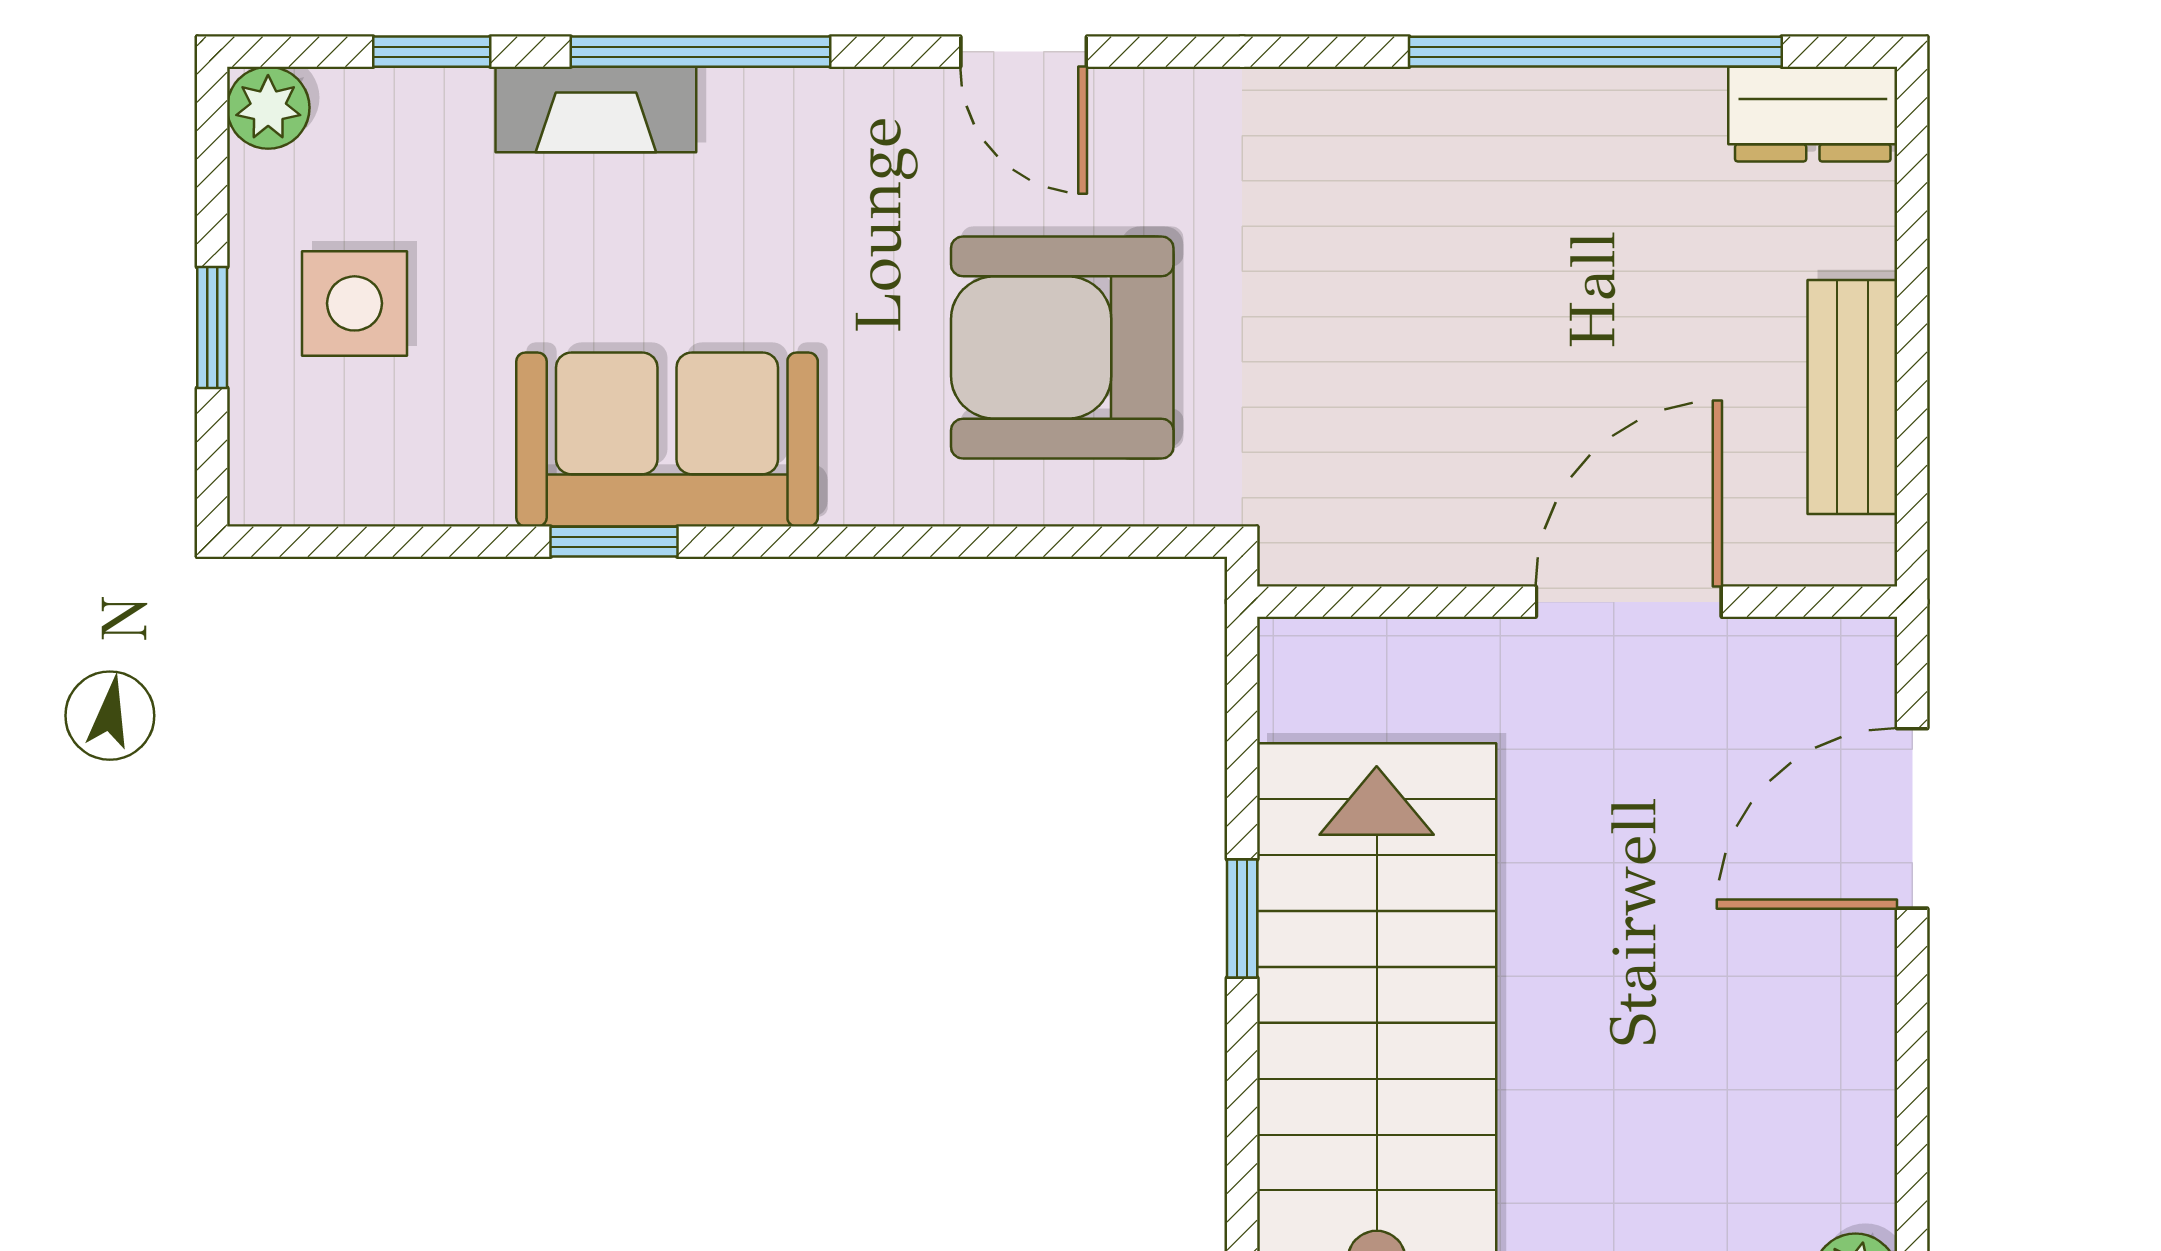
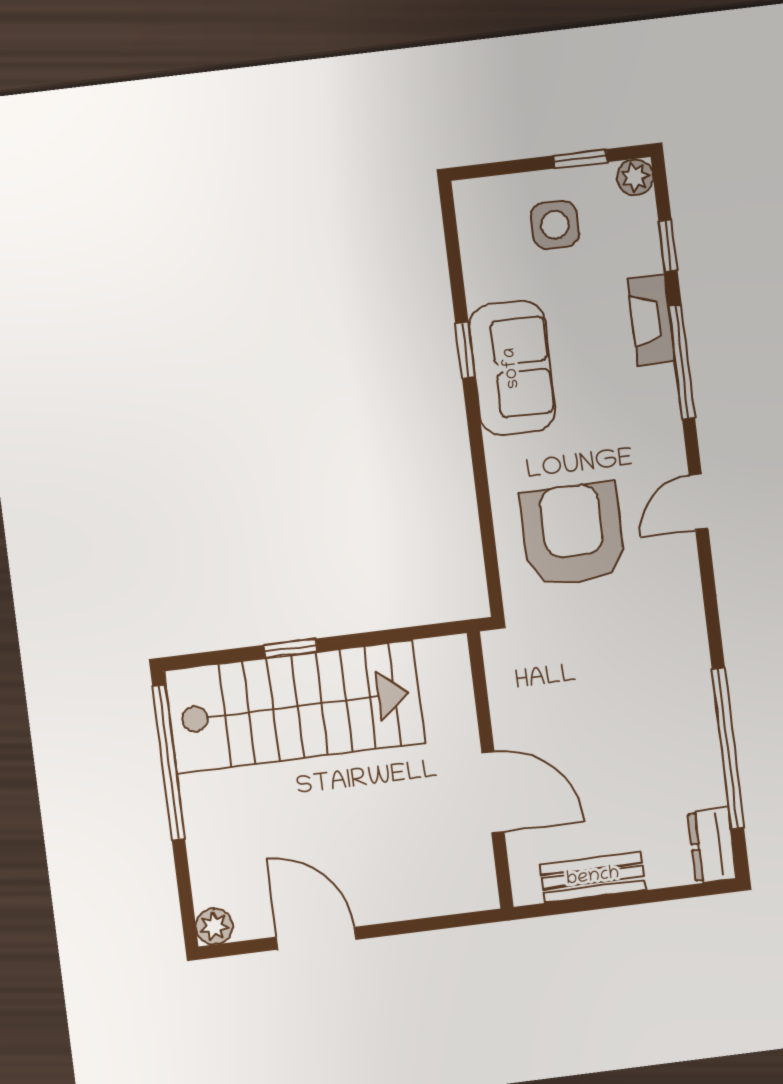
window: (212, 328) -> (580, 159), moved
door: (1912, 818) -> (316, 938), moved
window: (1242, 919) -> (290, 648), moved

